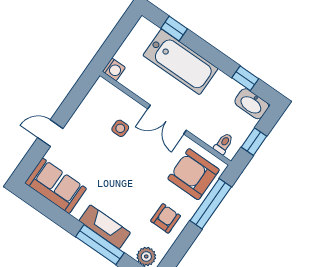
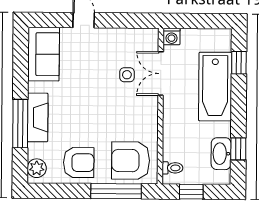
washbasin: (252, 104) -> (221, 154), moved
double door: (167, 120) -> (161, 74), moved
armchair: (194, 174) -> (131, 161), turned -90
armchair: (166, 218) -> (79, 163), width x1.38, depth x1.38

